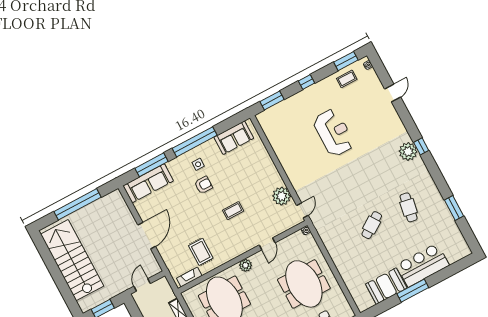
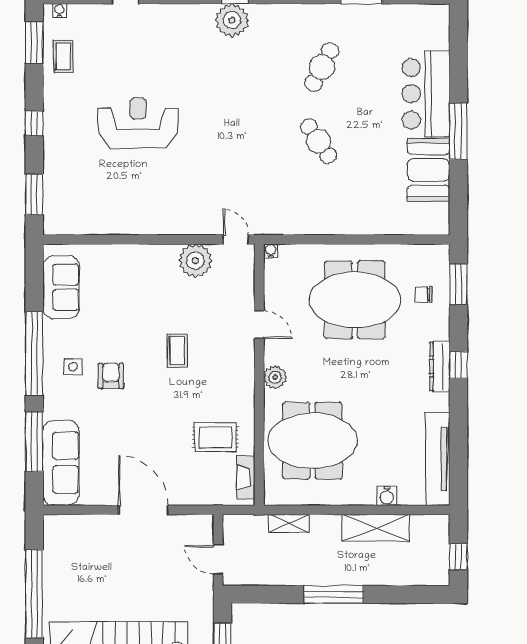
cafe table: (409, 207) -> (322, 67), turned -73

